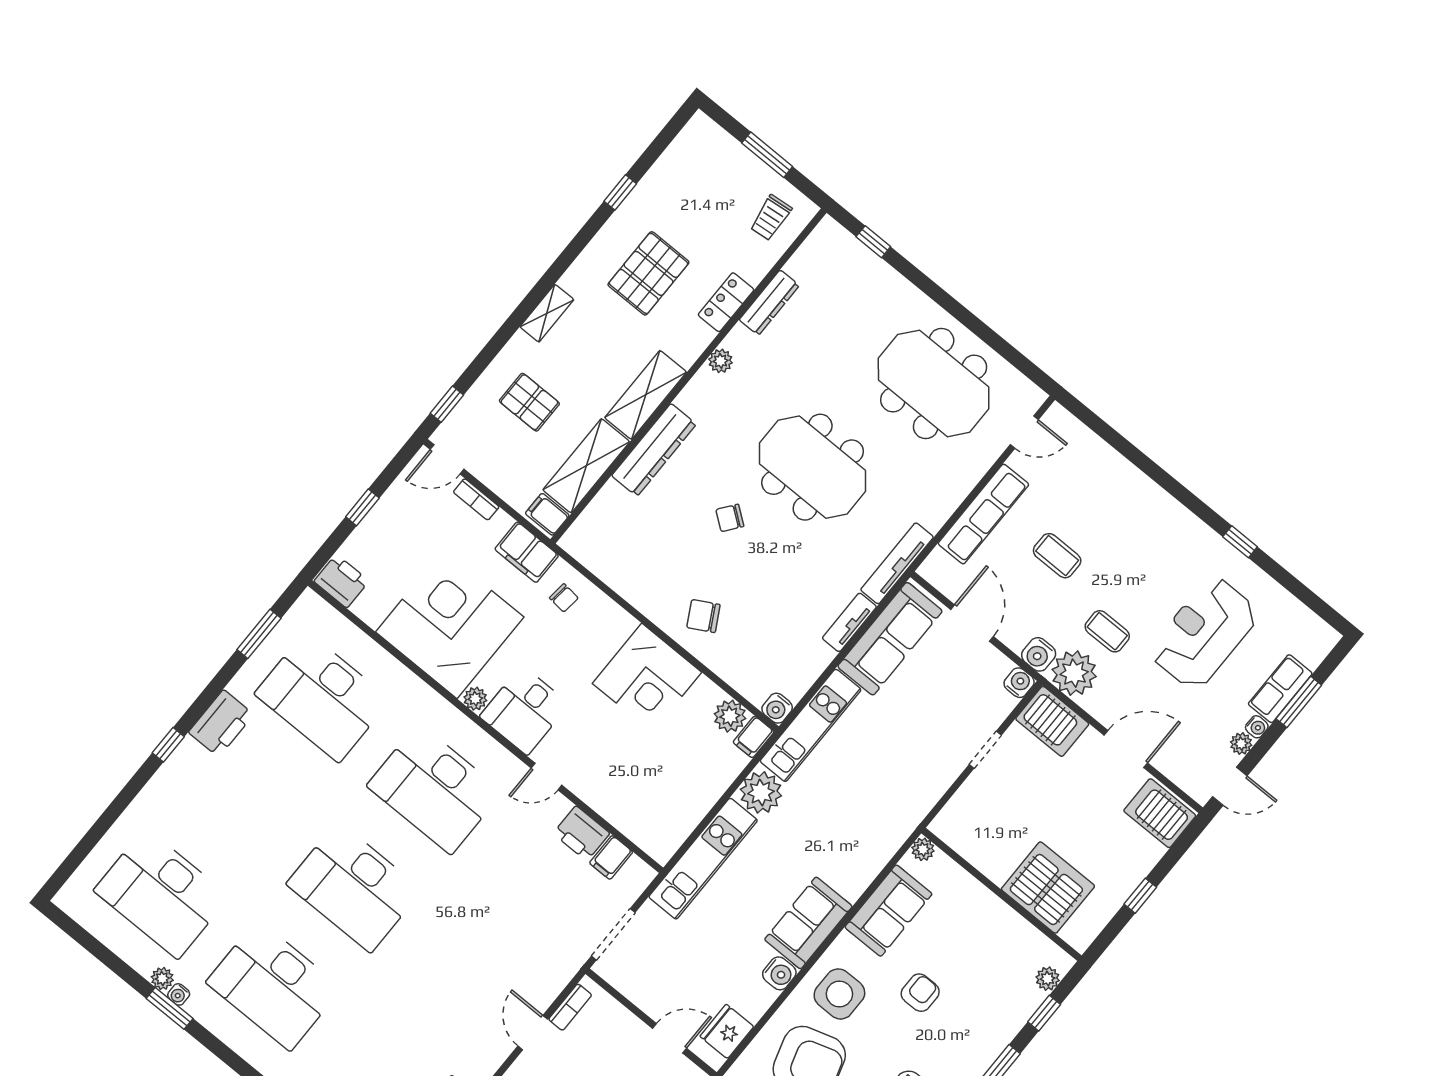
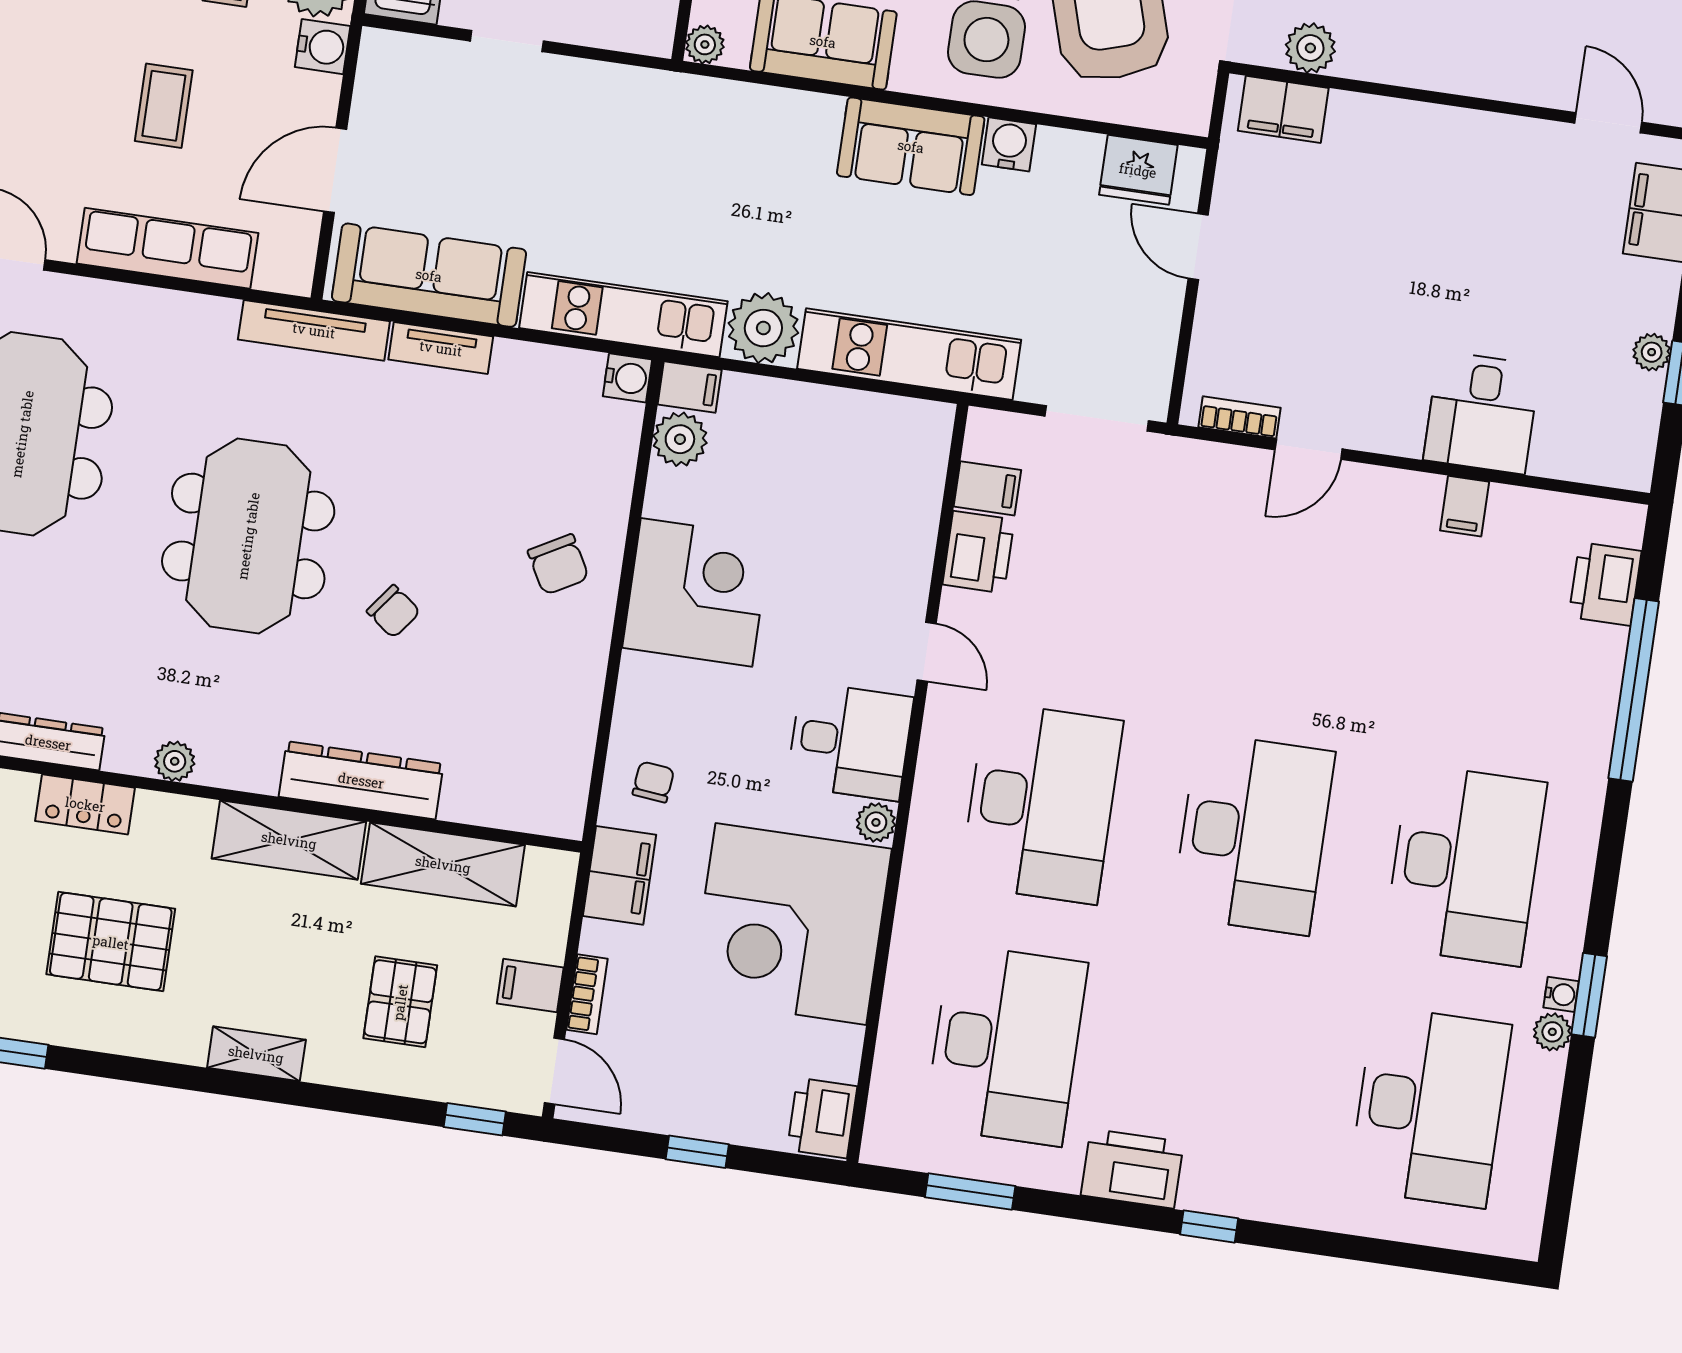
filing cabinet: (547, 514) -> (530, 986), moved, turned 90
water cooler: (1019, 683) -> (380, 50), removed

